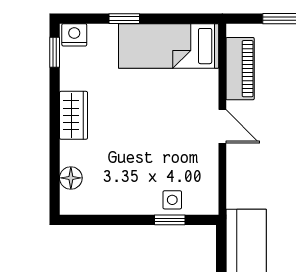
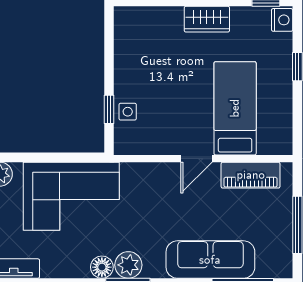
bed: (169, 46) -> (235, 108), moved
floor lamp: (71, 178) -> (148, 17), removed

